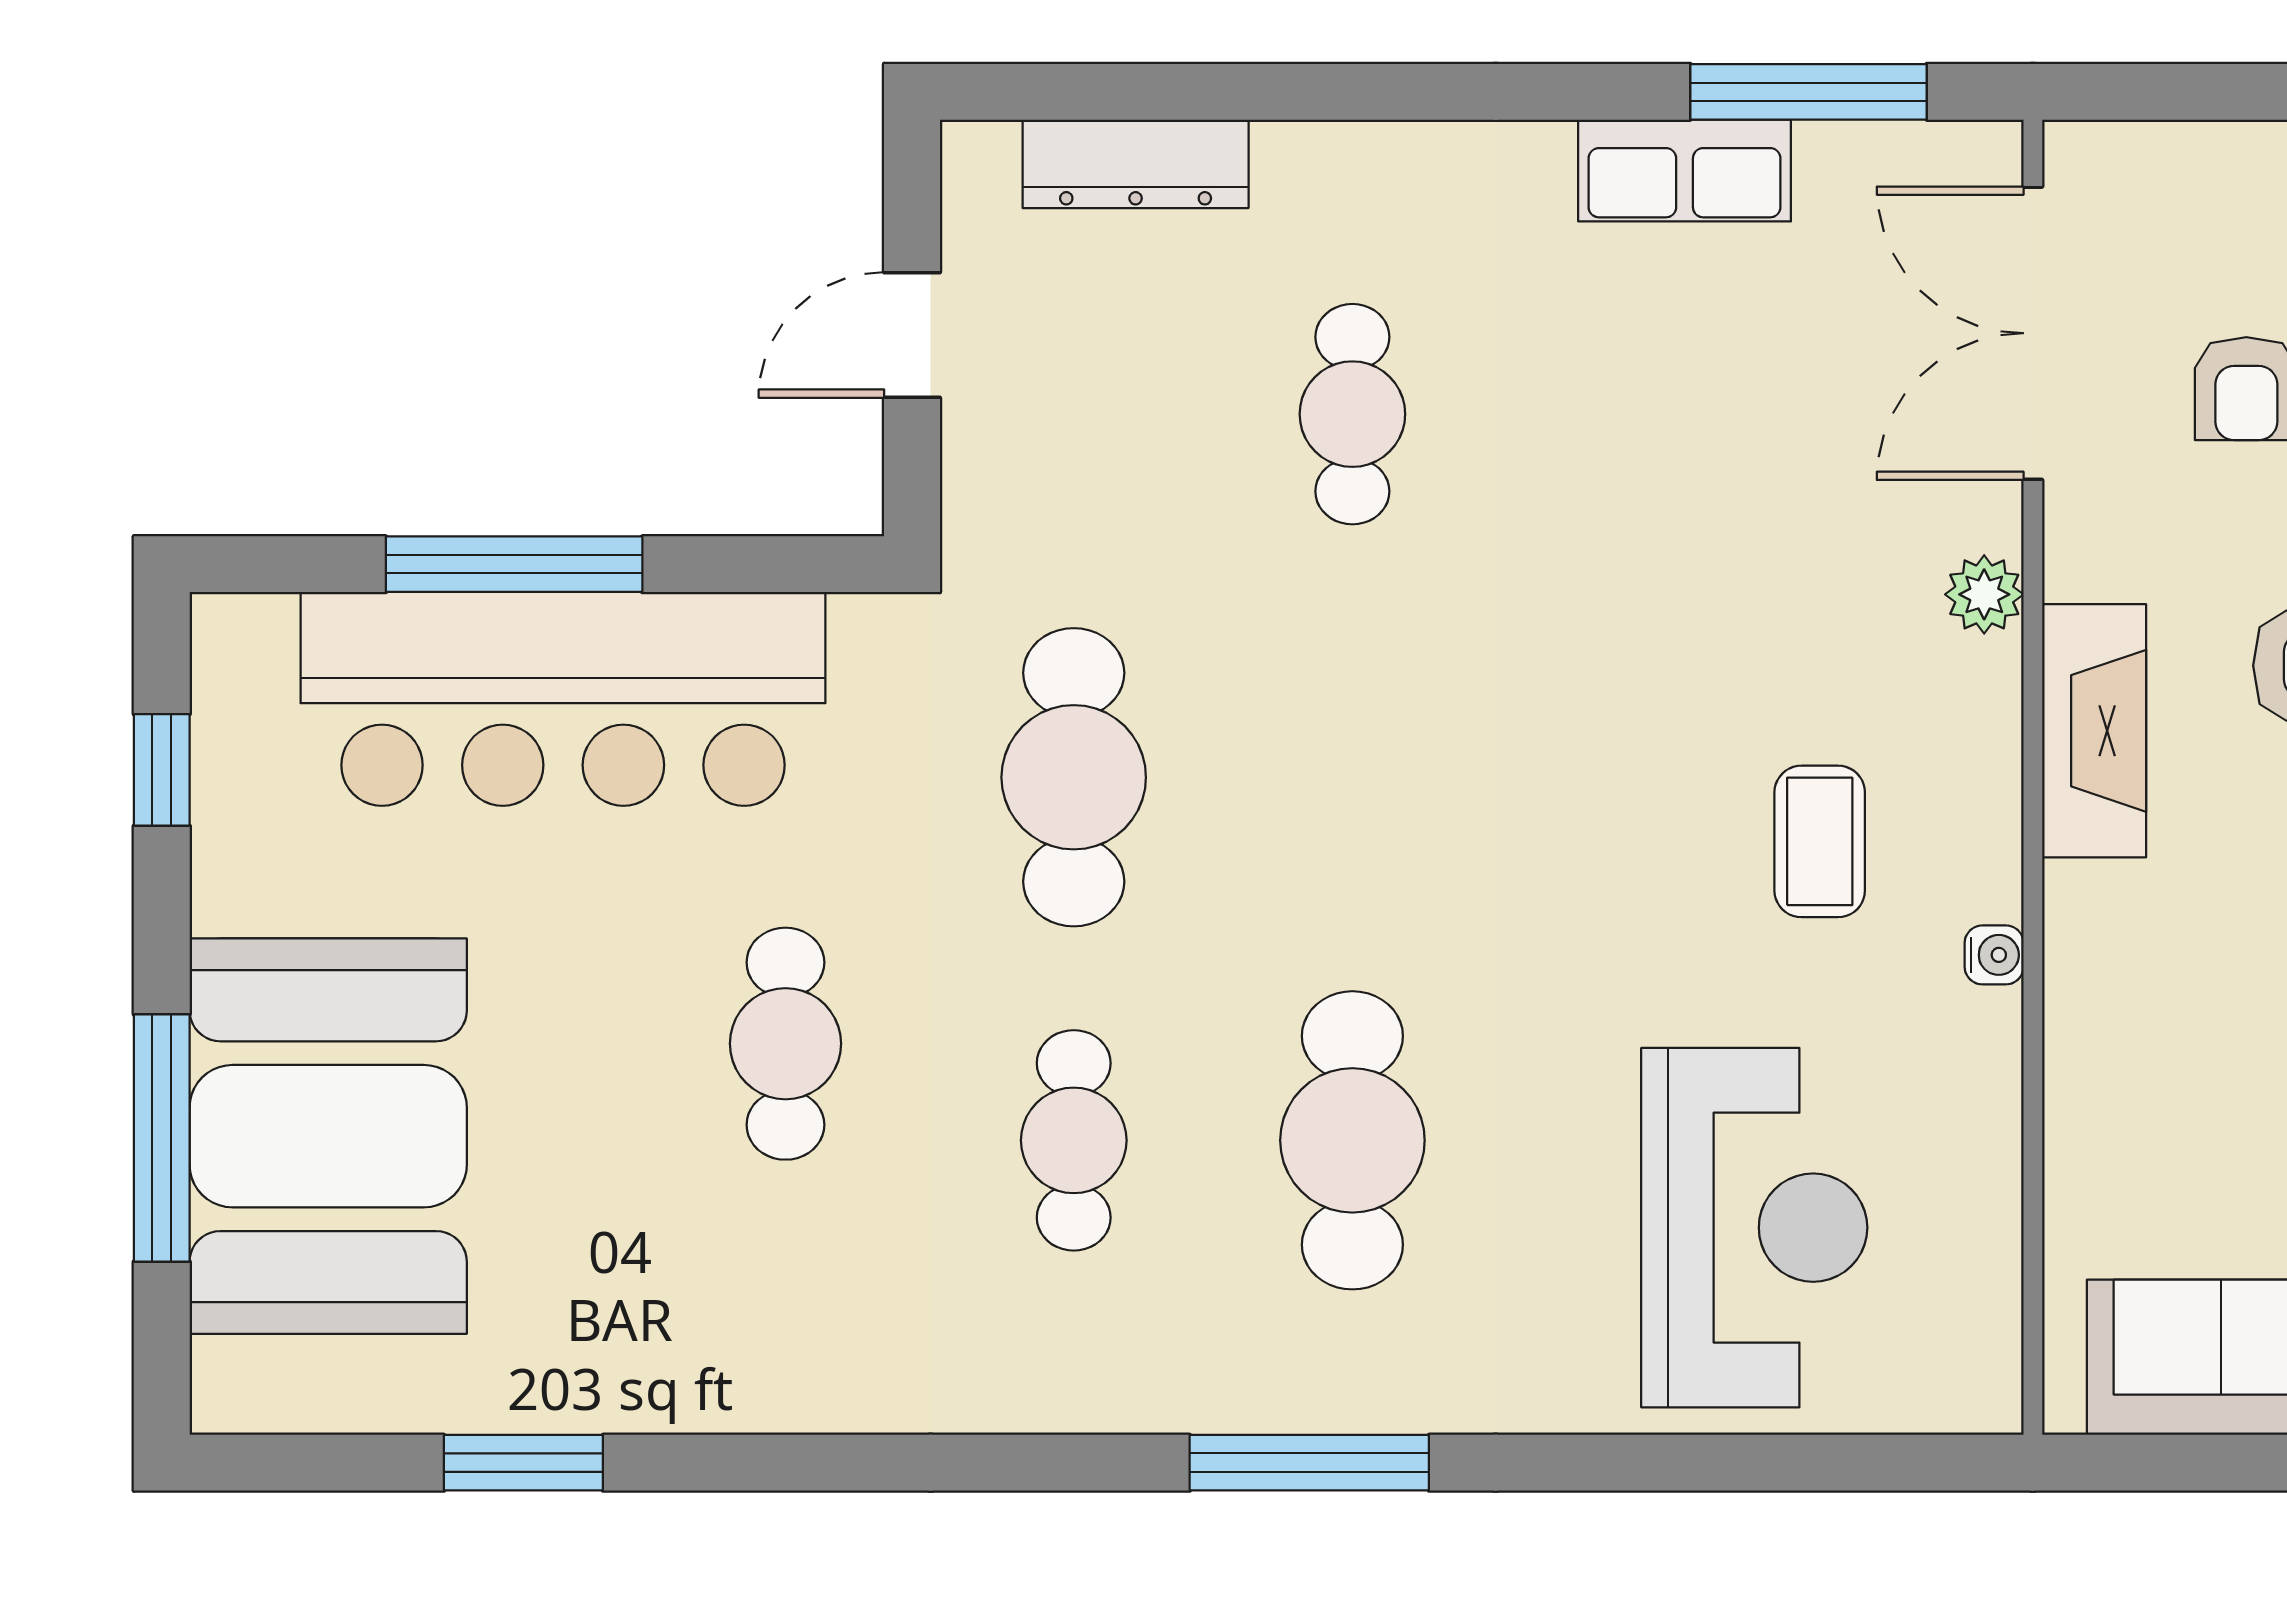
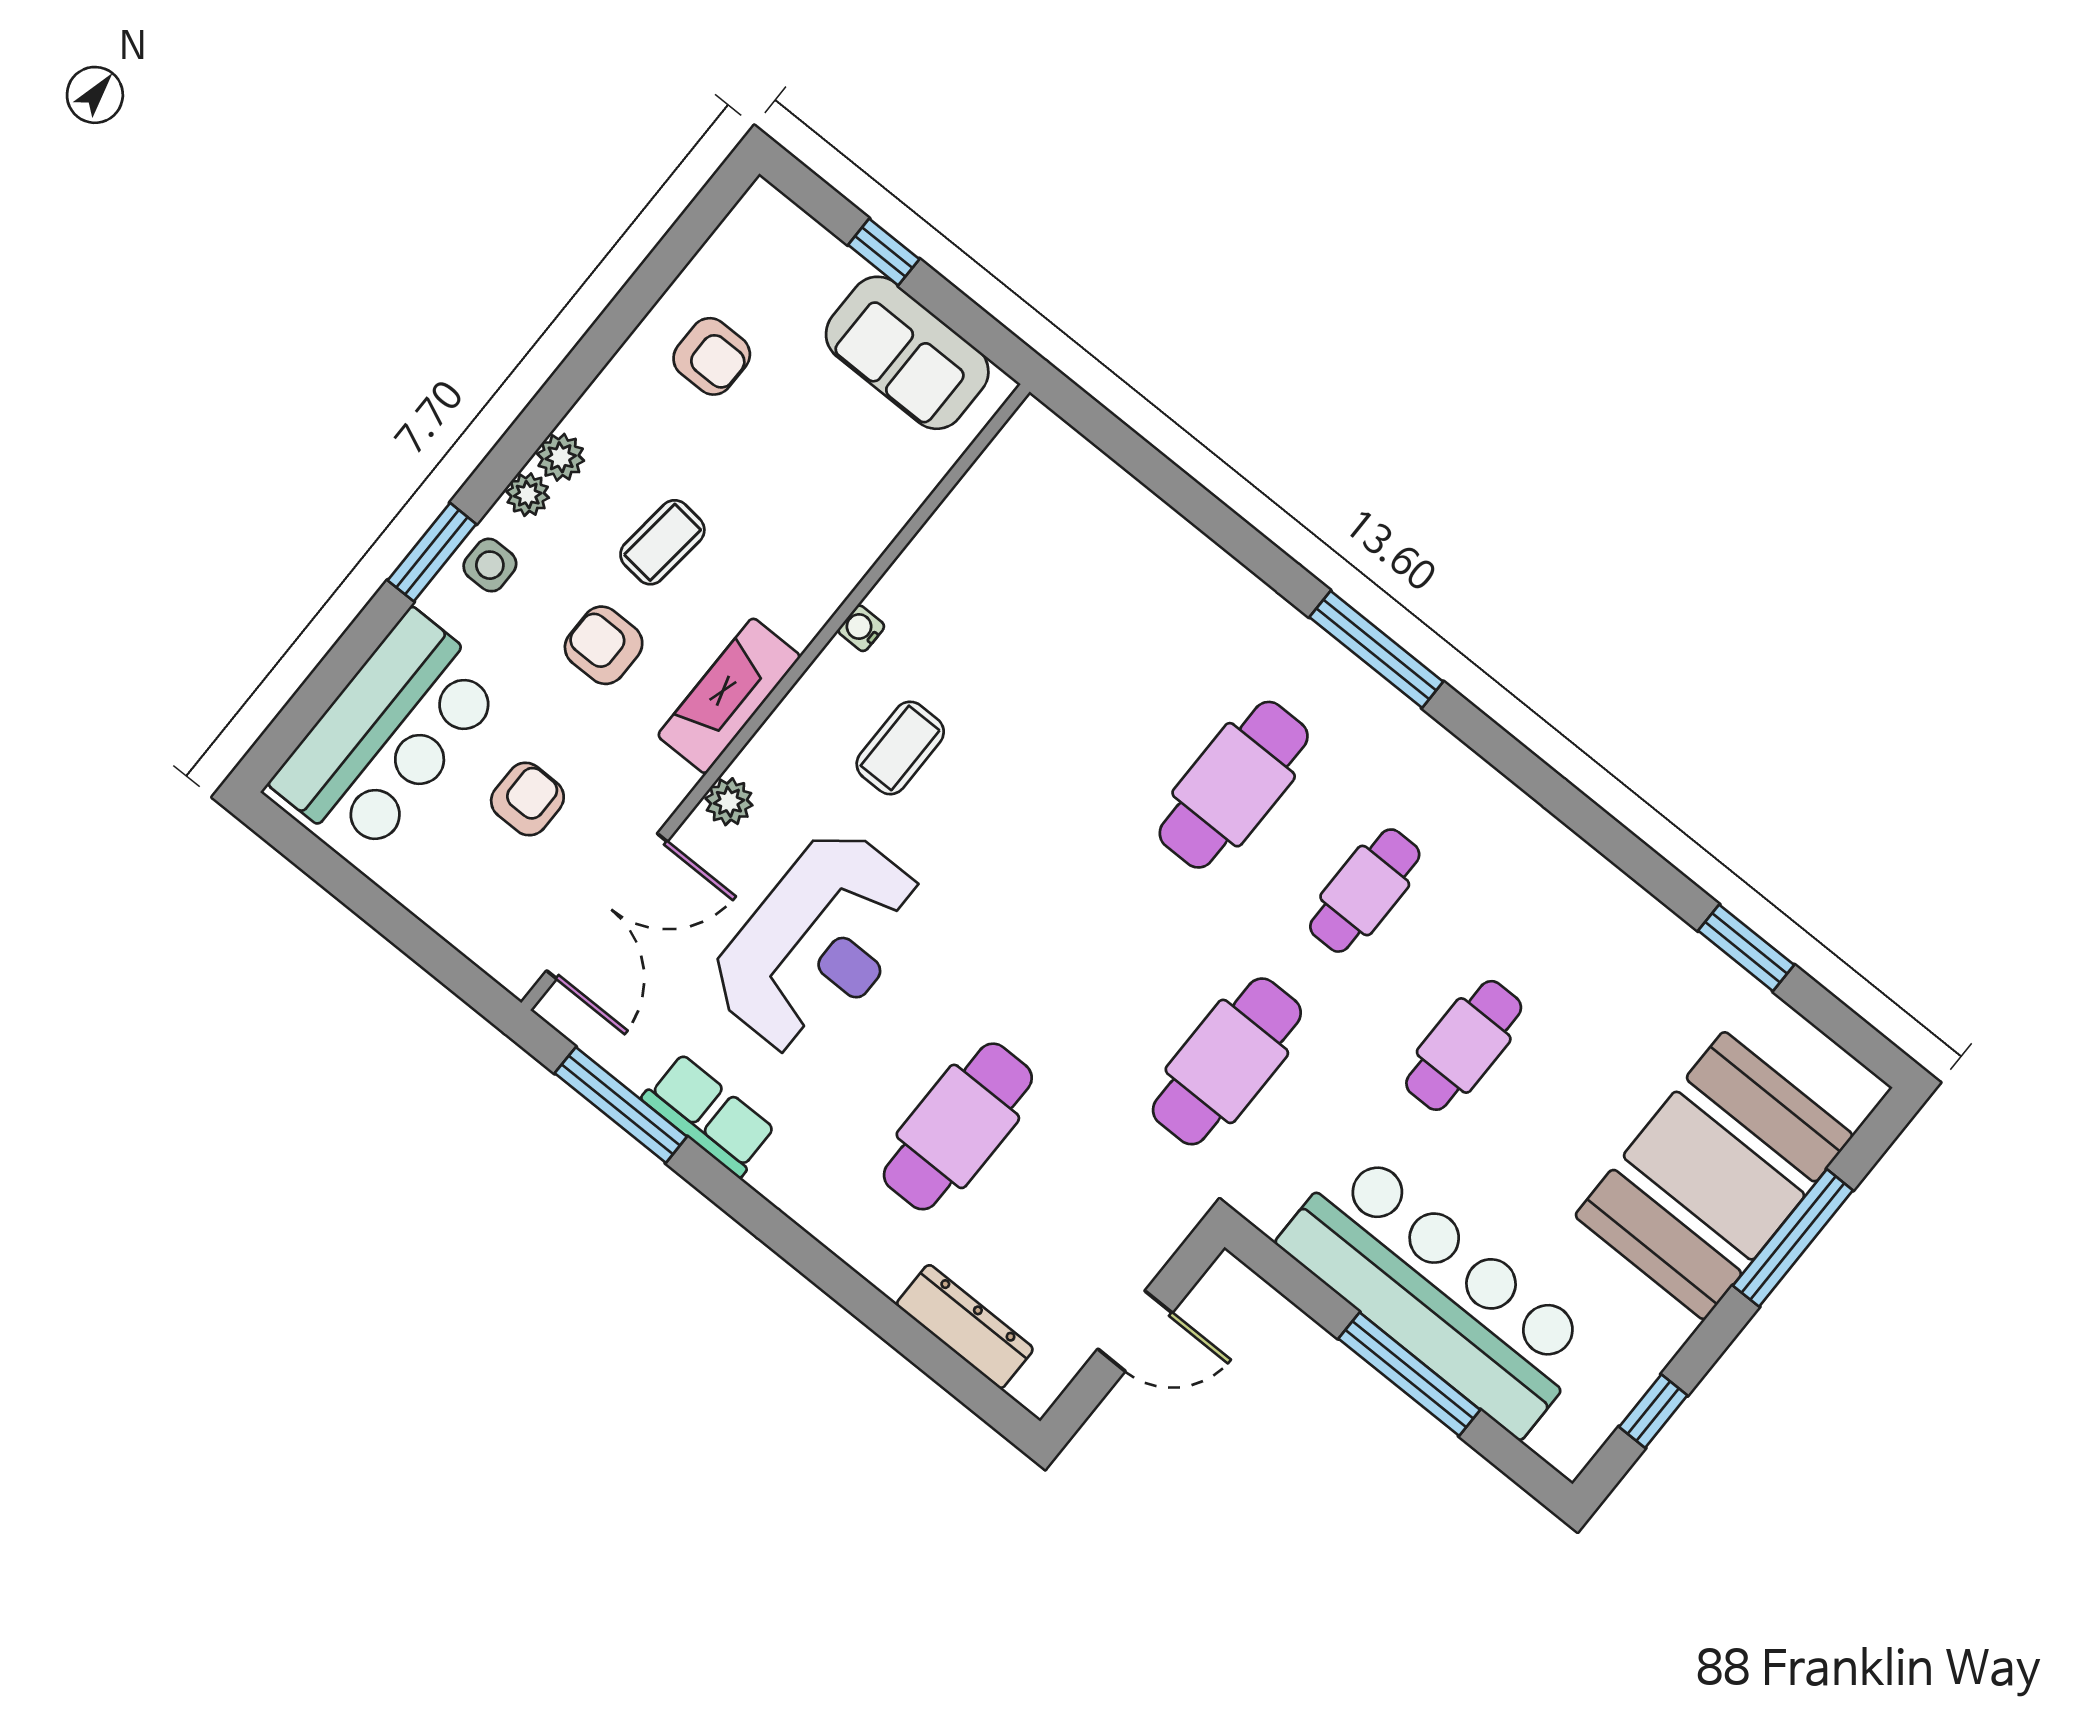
cafe table: (1352, 414) -> (958, 1126), width x1.37, depth x1.35
reception desk: (1754, 1228) -> (819, 943), moved, turned 180

